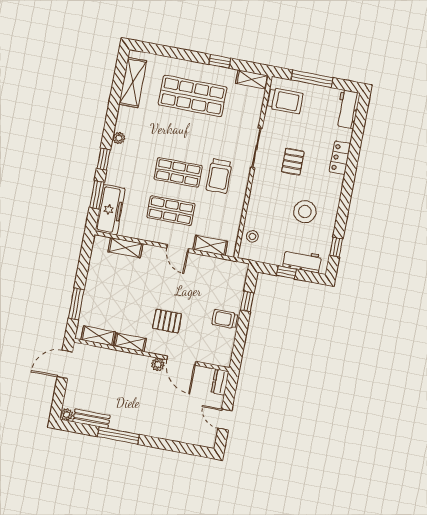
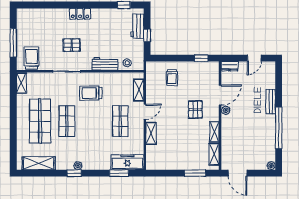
window: (220, 61) -> (13, 107), removed
workbench: (348, 109) -> (105, 64), moved, turned 180
locker: (340, 158) -> (80, 14), moved
window: (104, 159) -> (74, 173), moved
shop shelf: (178, 172) -> (67, 121), moved
trolley: (219, 176) -> (91, 93), turned 180
stool: (305, 212) -> (104, 31), removed
shelving: (125, 248) -> (151, 133), moved
window: (247, 301) -> (201, 58), moved
trolley: (225, 319) -> (172, 77), moved
bench: (91, 419) -> (271, 102), moved
window: (118, 436) -> (279, 128), width x1.46

